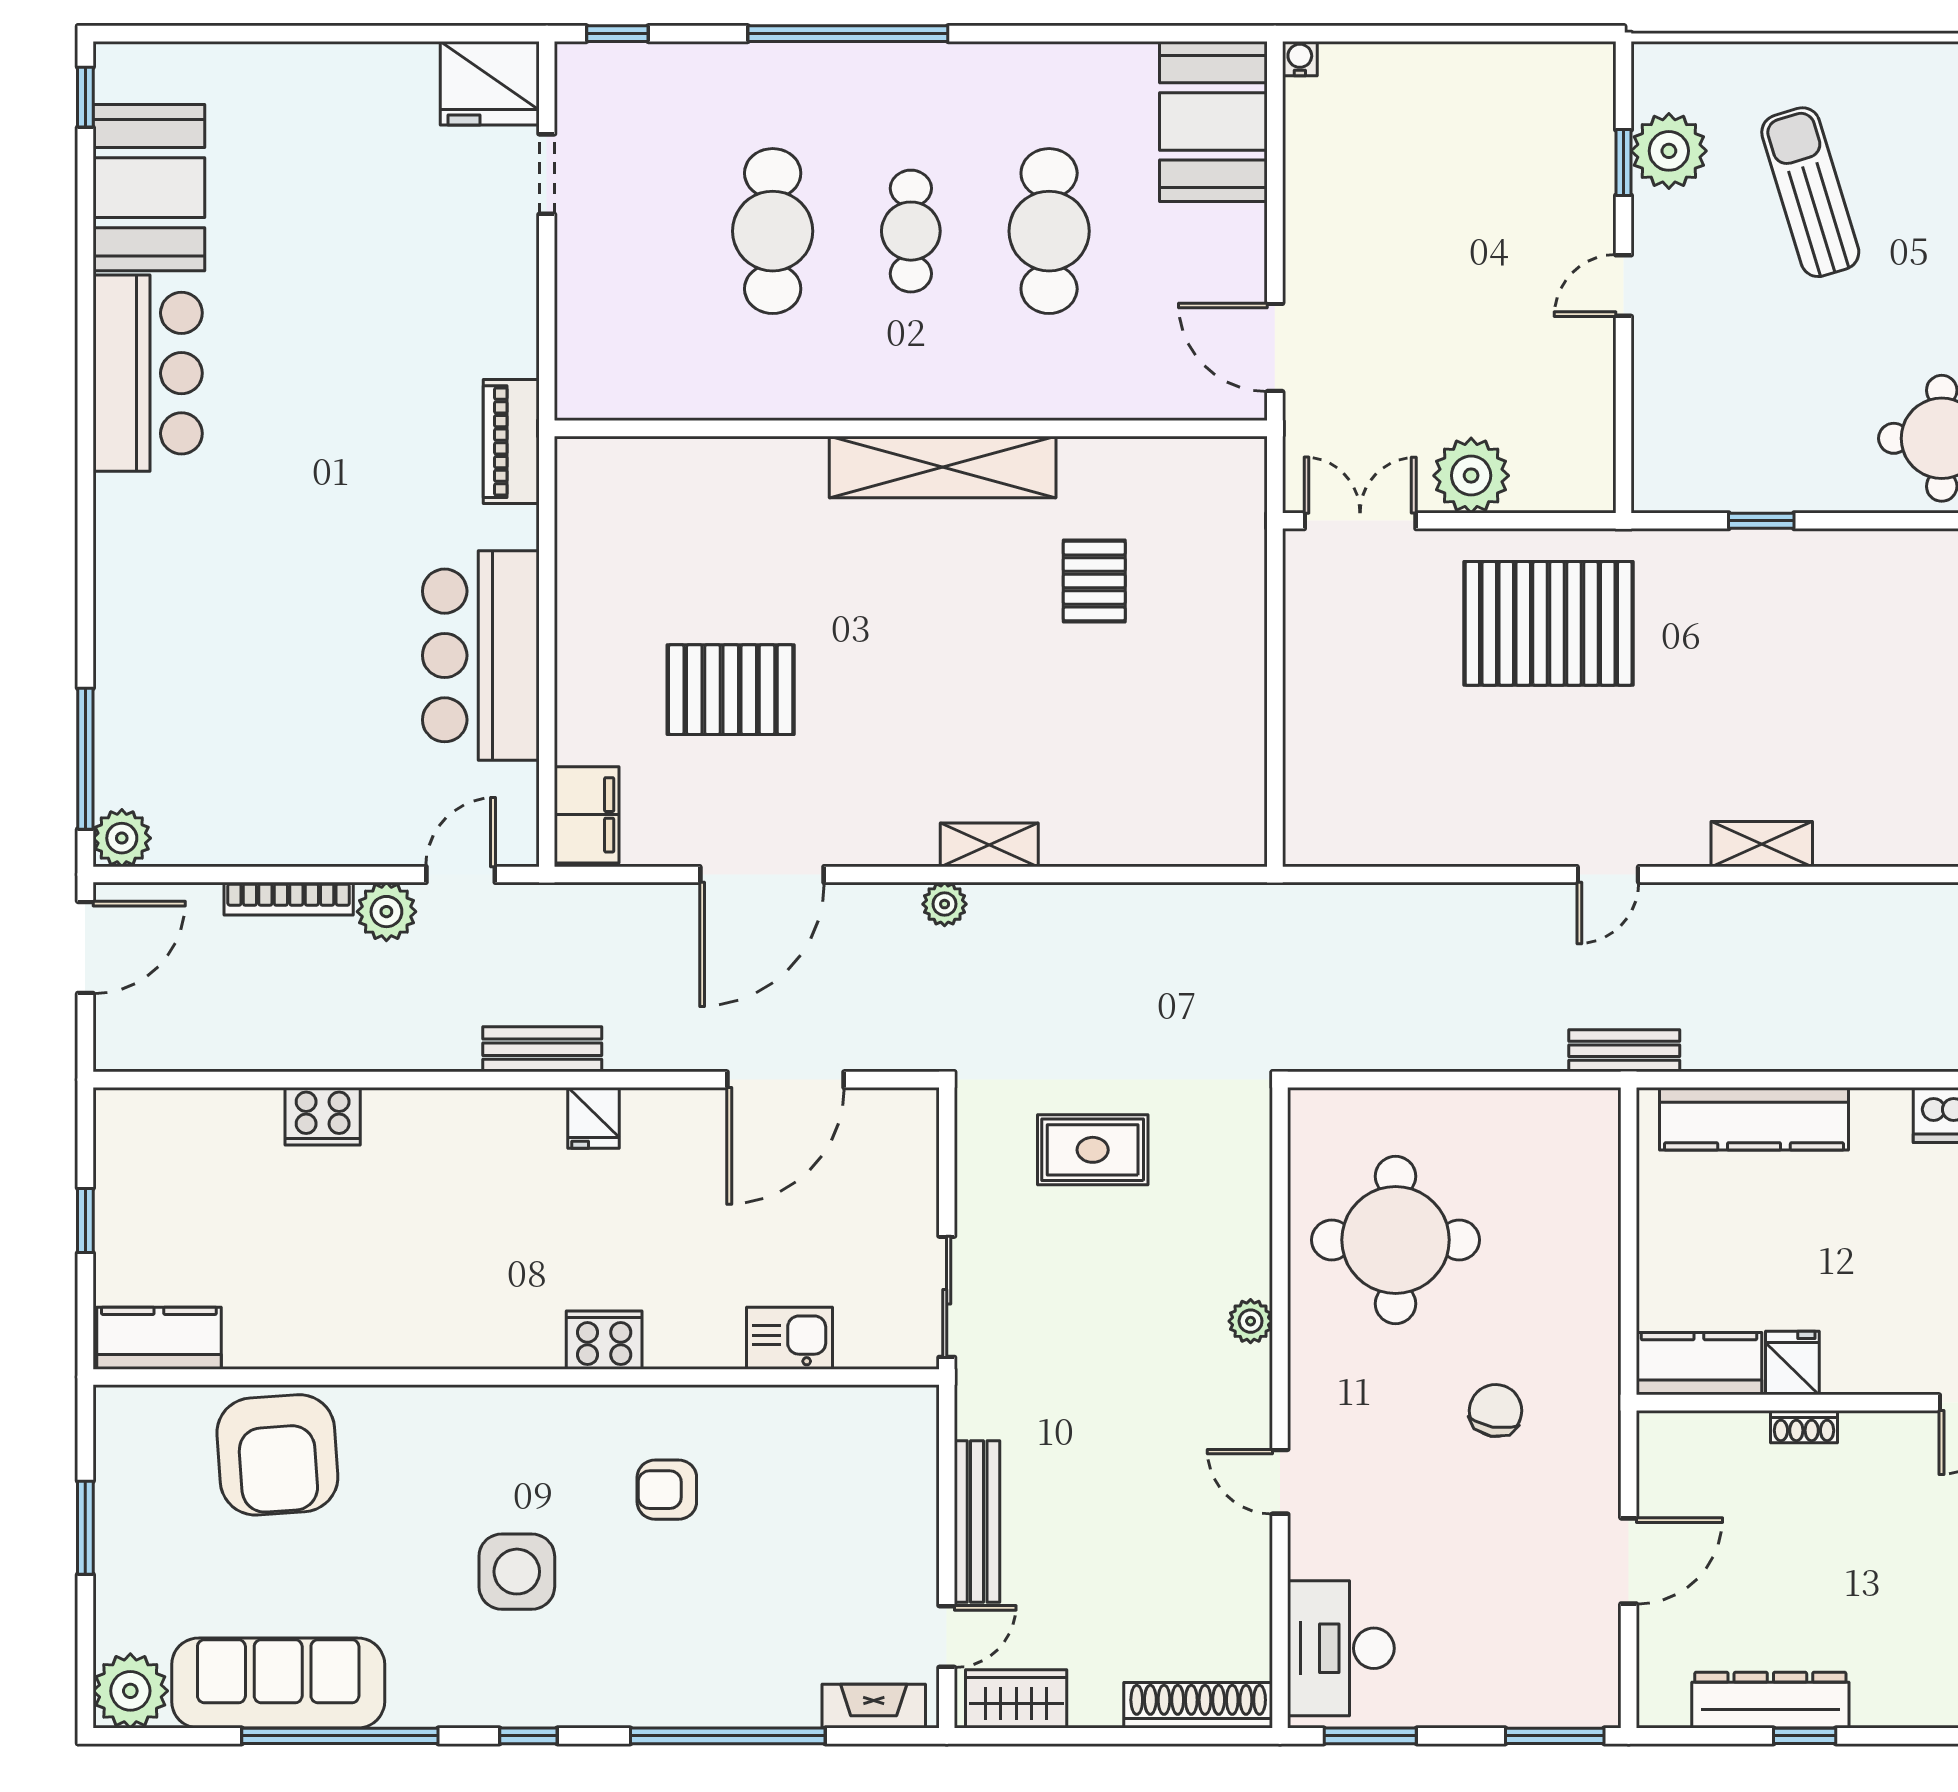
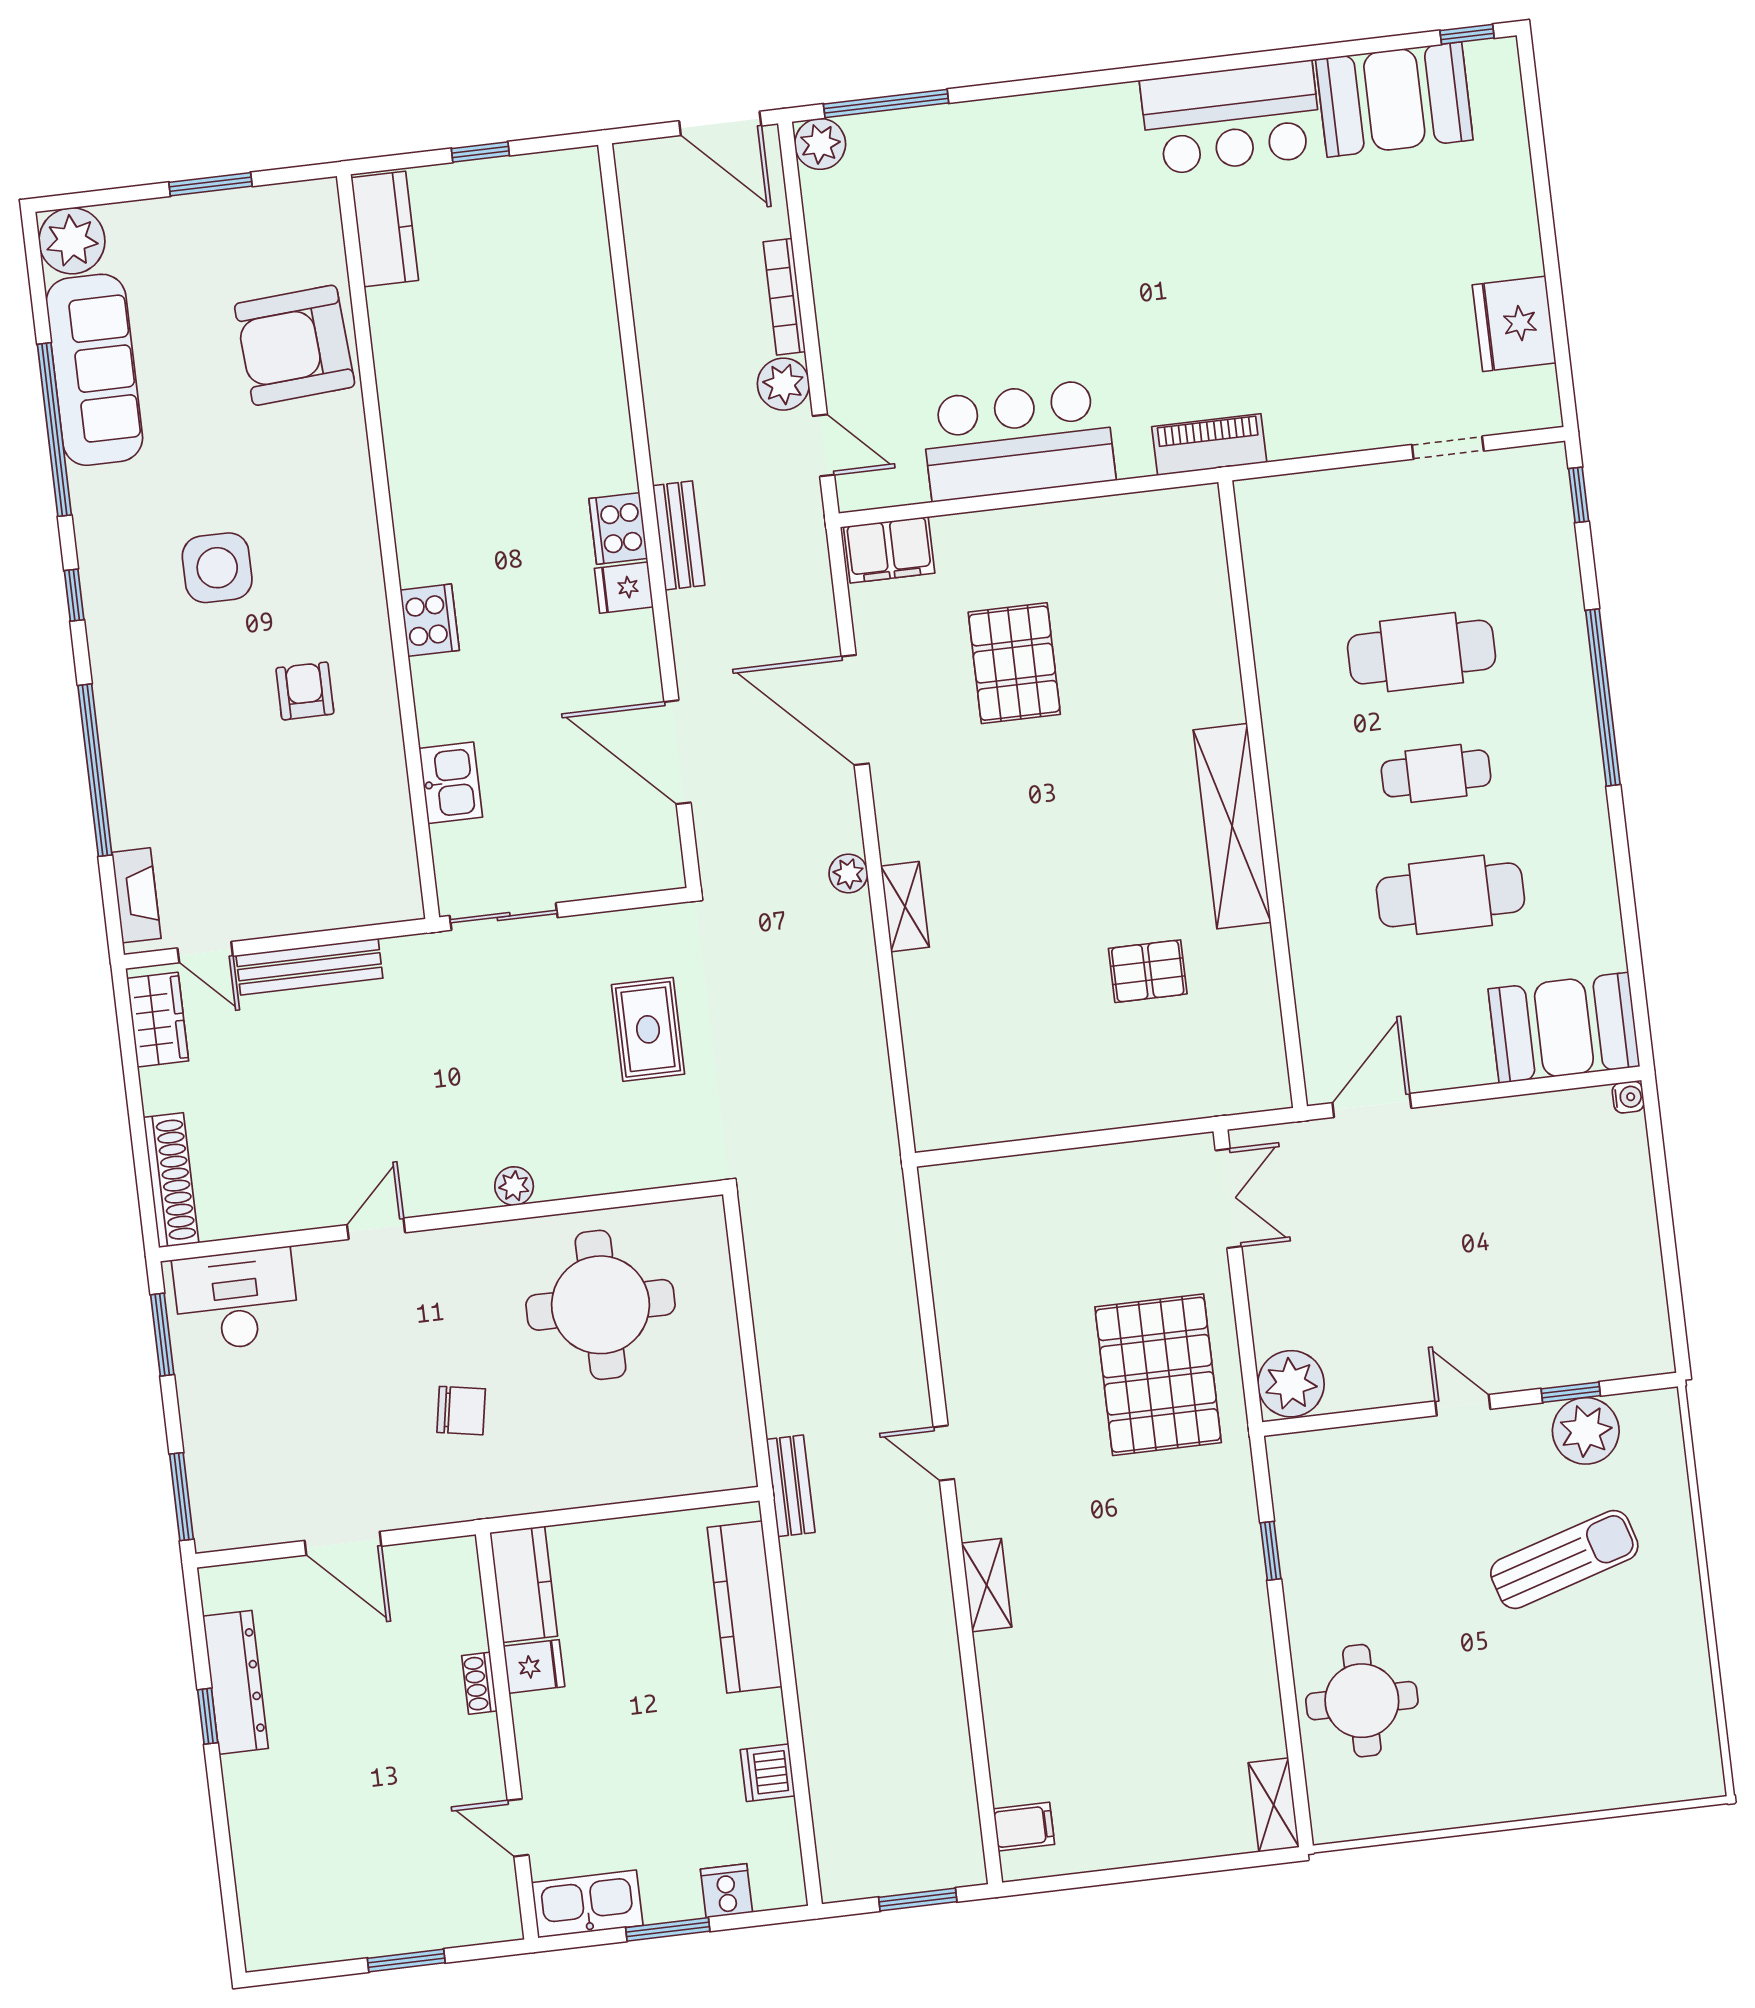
fridge: (490, 83) -> (1514, 324), moved
plant: (1471, 476) -> (1291, 1384), moved
cooker: (323, 1116) -> (618, 528), moved

